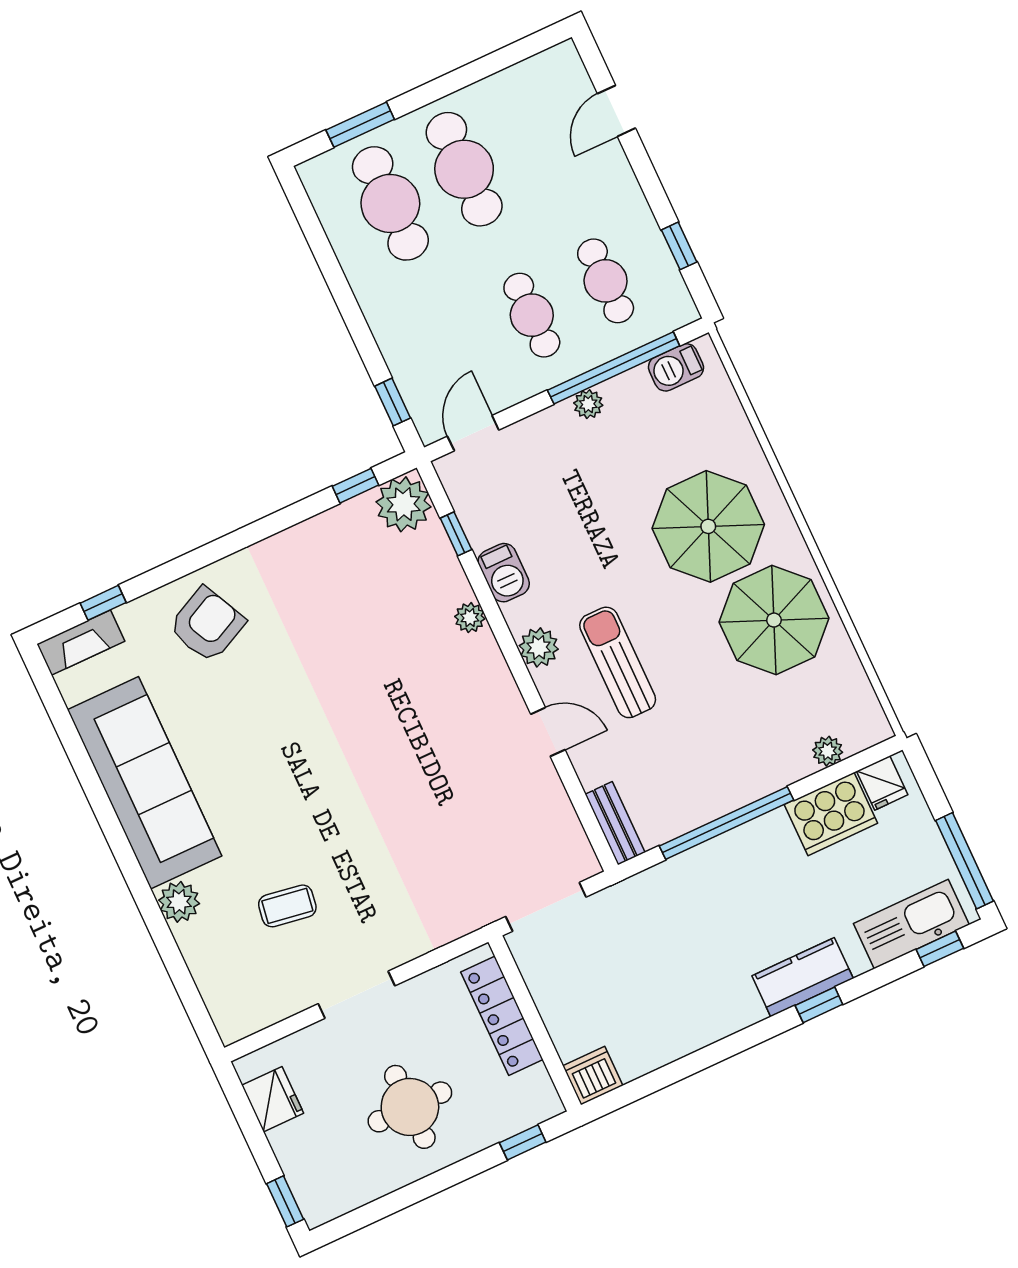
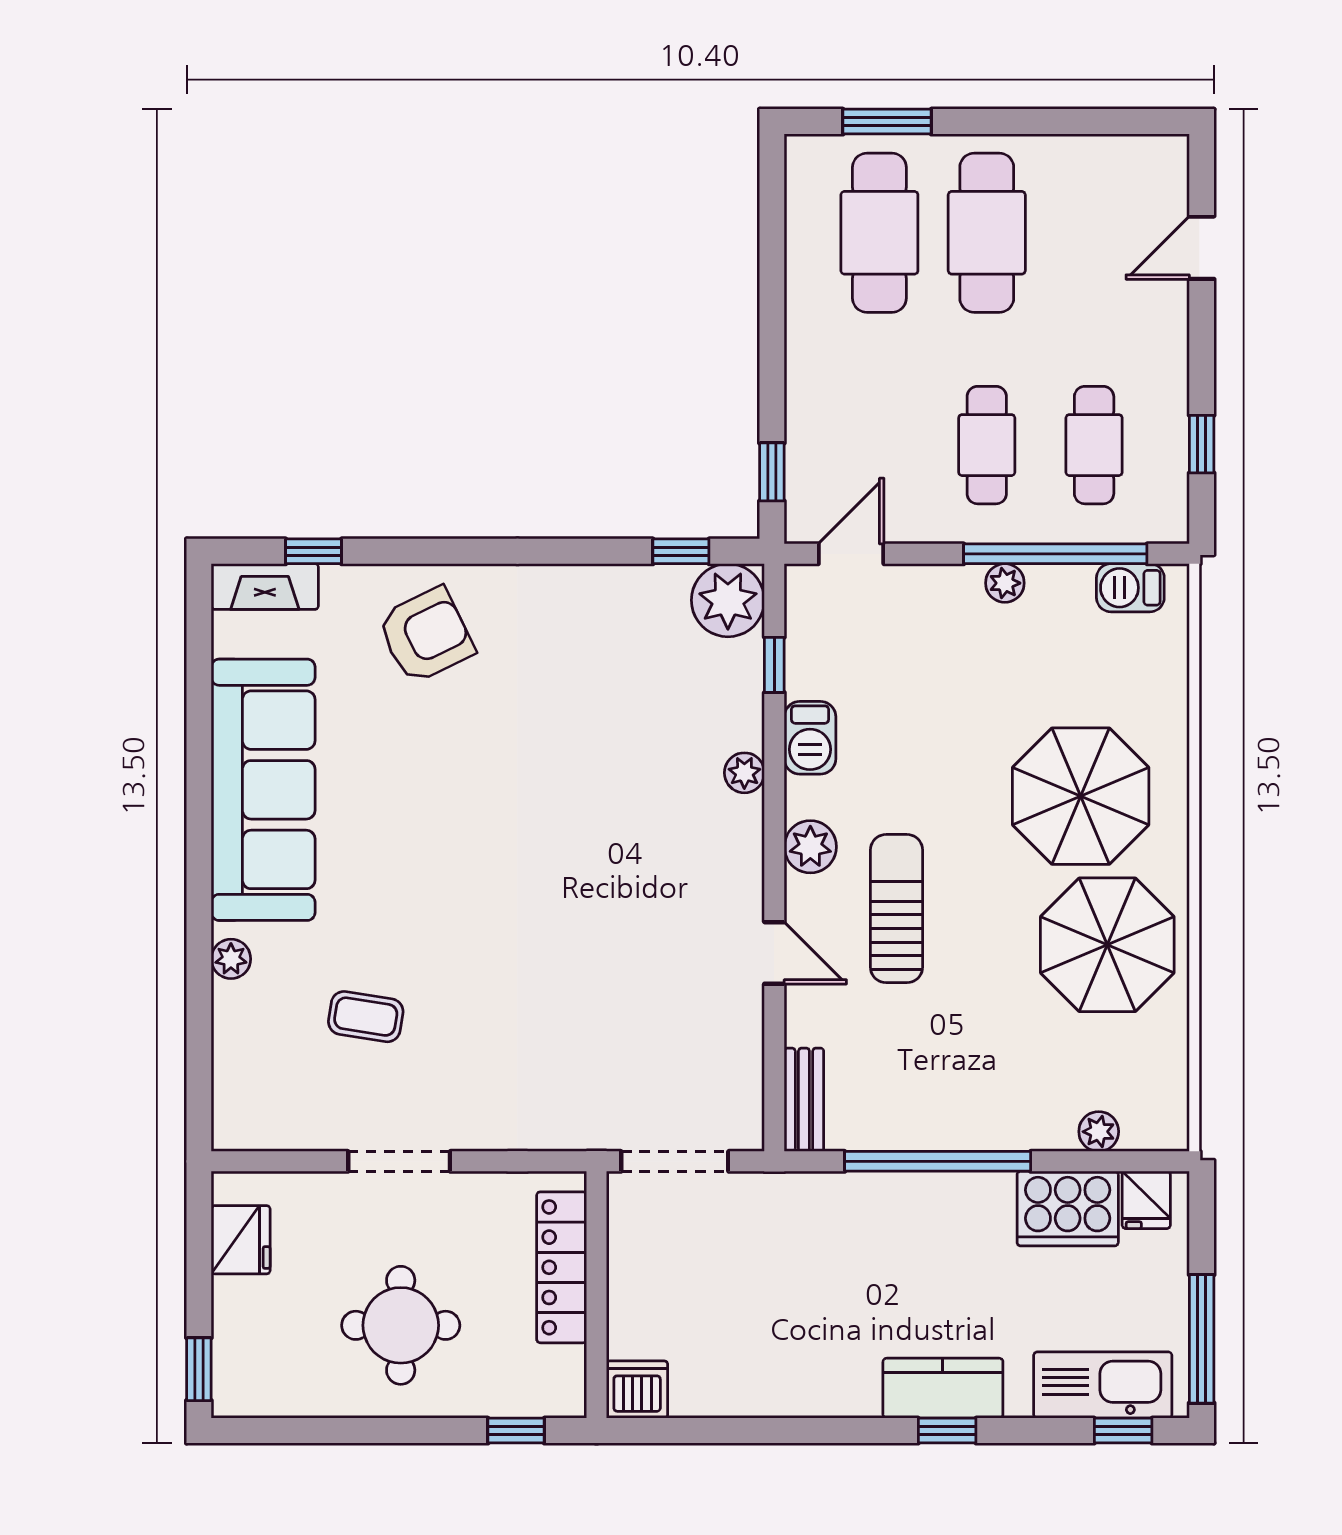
plant: (179, 902) -> (231, 959), width x0.73, depth x0.73

